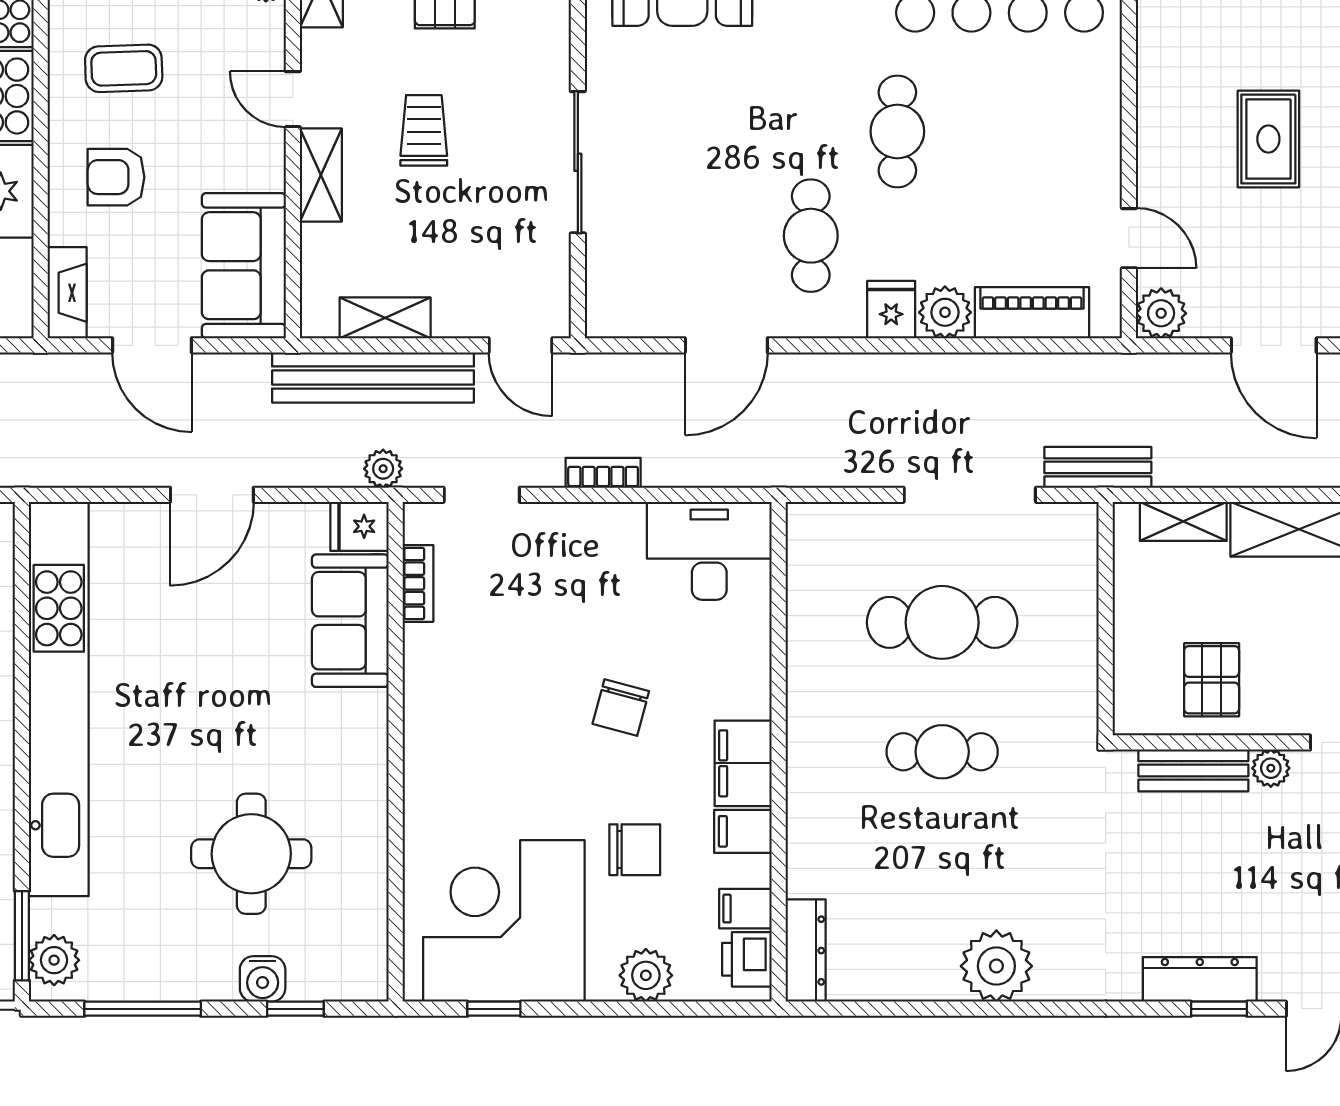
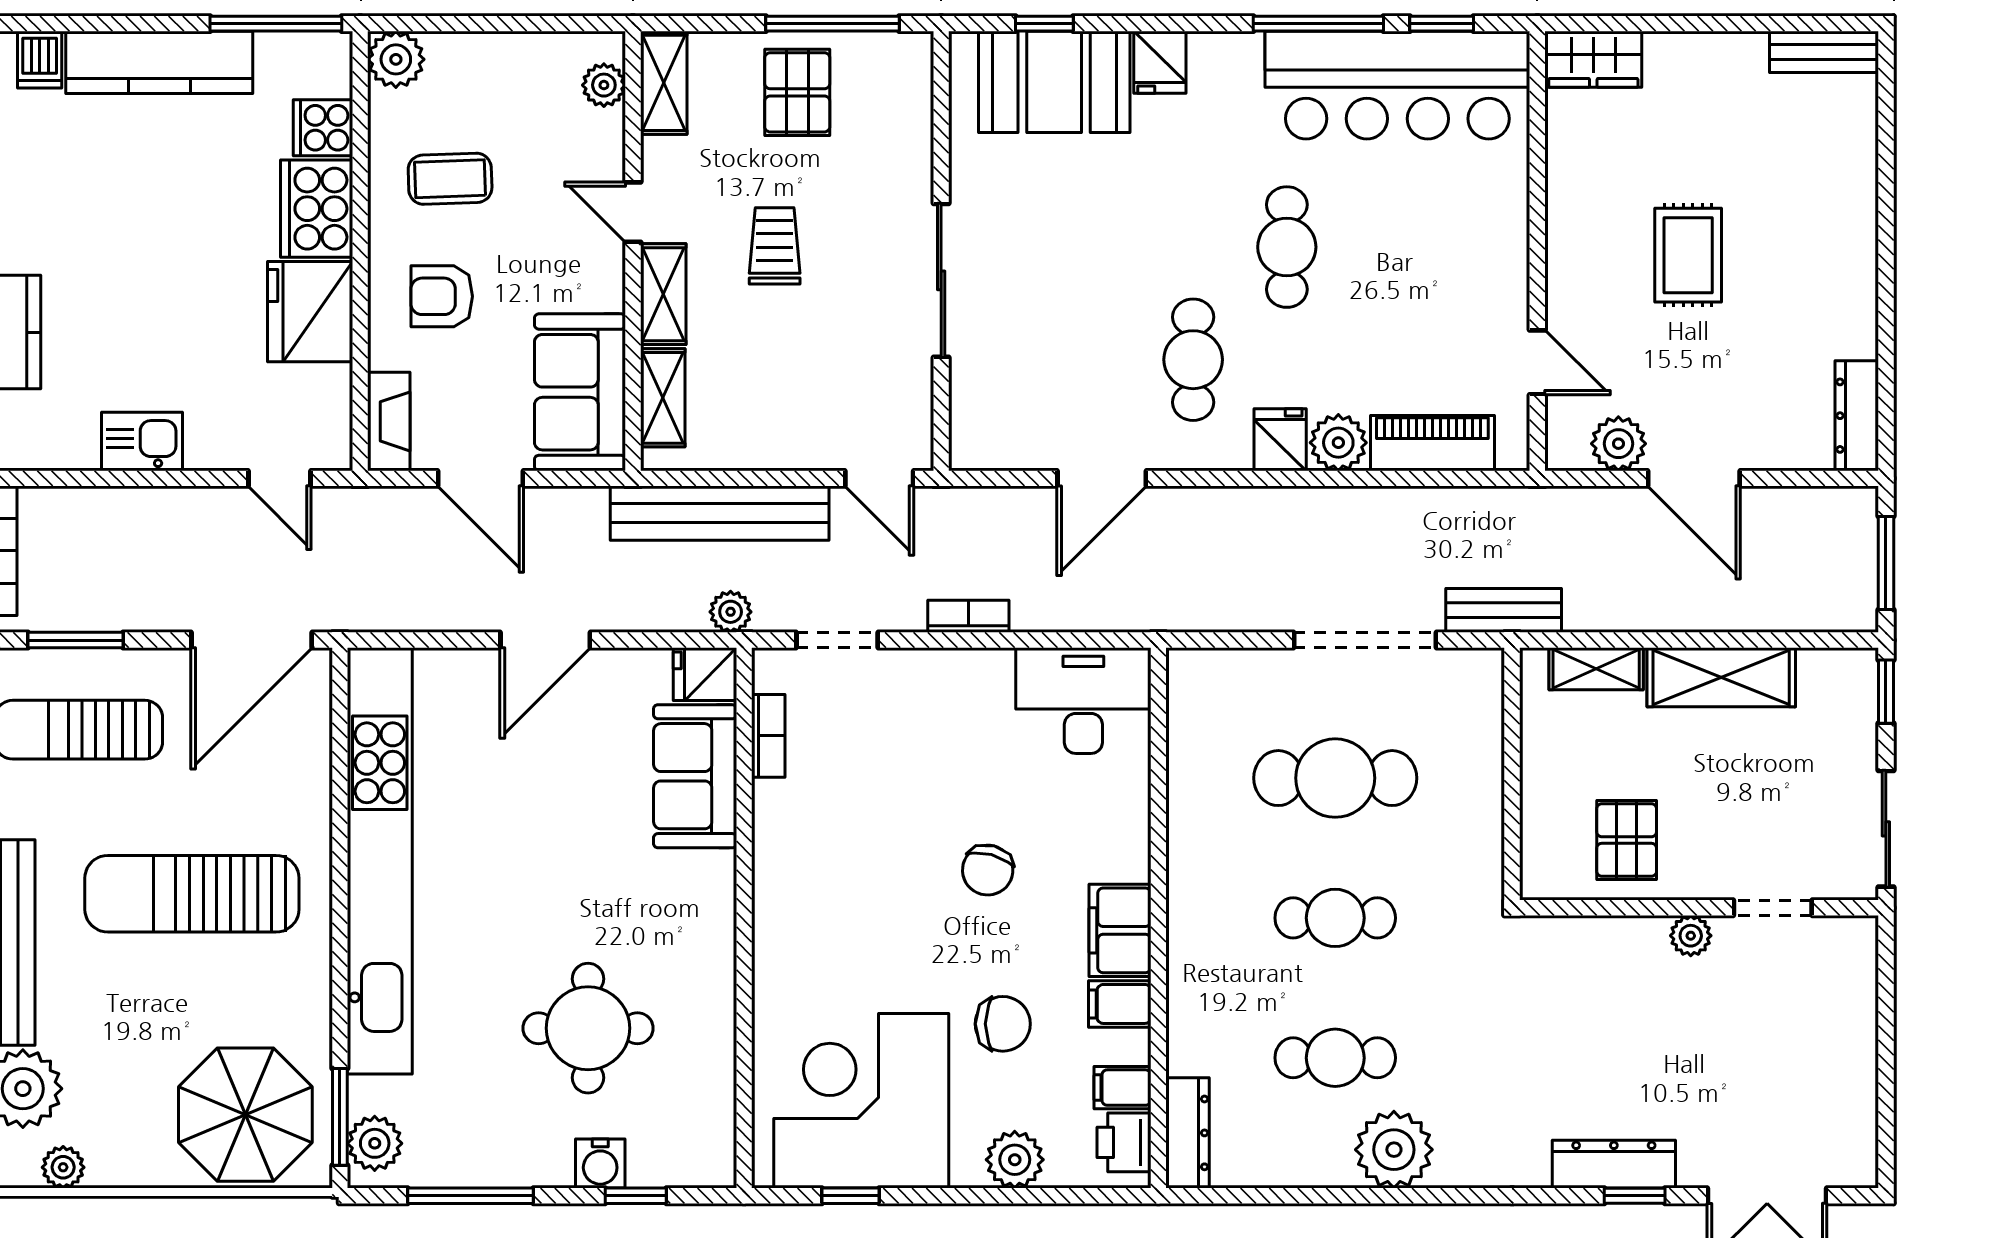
plant: (1161, 313) -> (1618, 444), moved
shelving: (385, 318) -> (663, 398), moved, turned 90
bench: (1193, 770) -> (1607, 938), removed
cafe table: (942, 881) -> (1335, 1058), added

